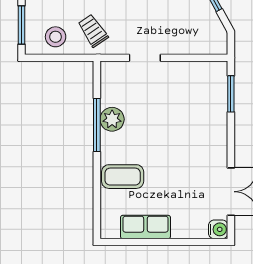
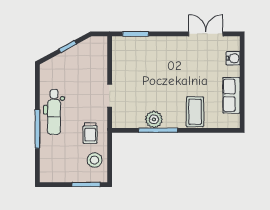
trolley: (93, 31) -> (90, 133), turned -56
water cooler: (218, 229) -> (233, 58), moved, turned 90

